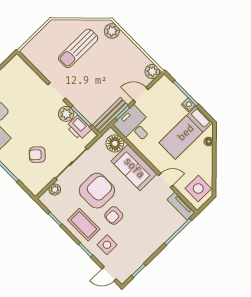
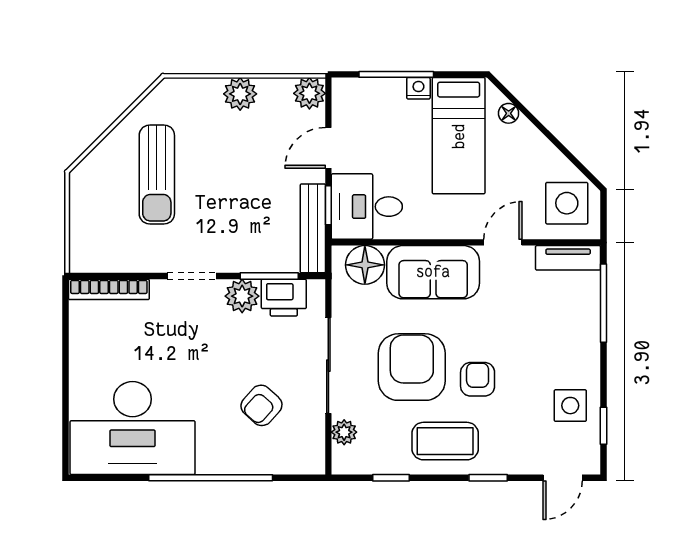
plant: (112, 31) -> (240, 94), moved
bookcase: (26, 69) -> (109, 289), added
armchair: (114, 216) -> (478, 379), turned 180
side table: (107, 245) -> (570, 406), moved

